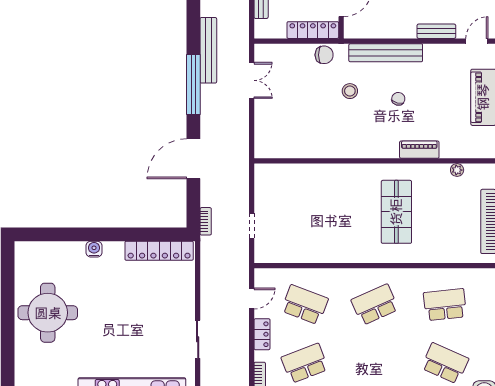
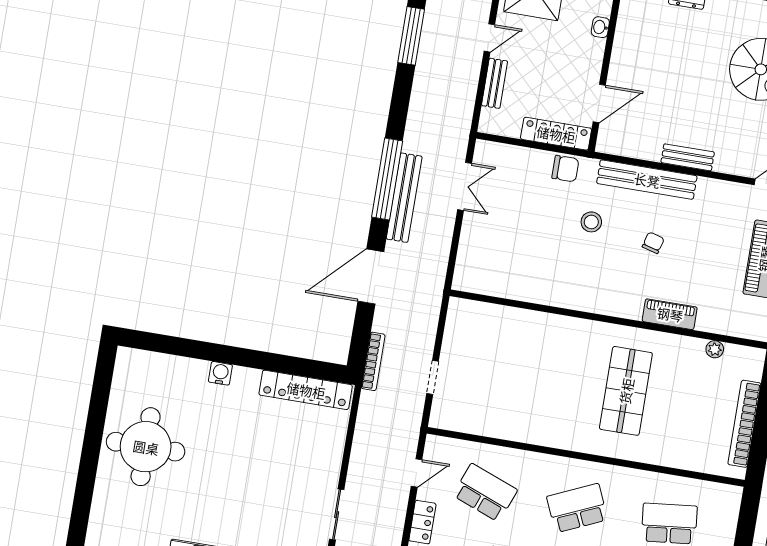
bench: (436, 31) -> (688, 157), moved
bench: (208, 50) -> (404, 198), moved
bookcase: (206, 221) -> (373, 361), width x1.56

